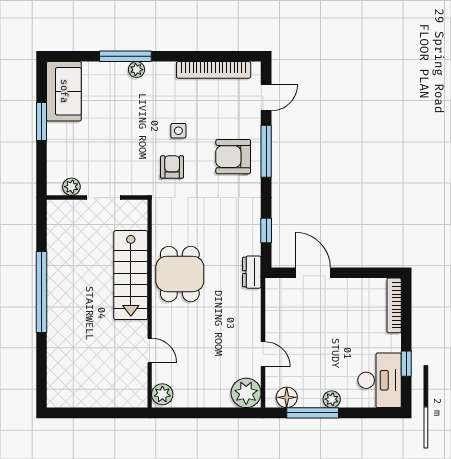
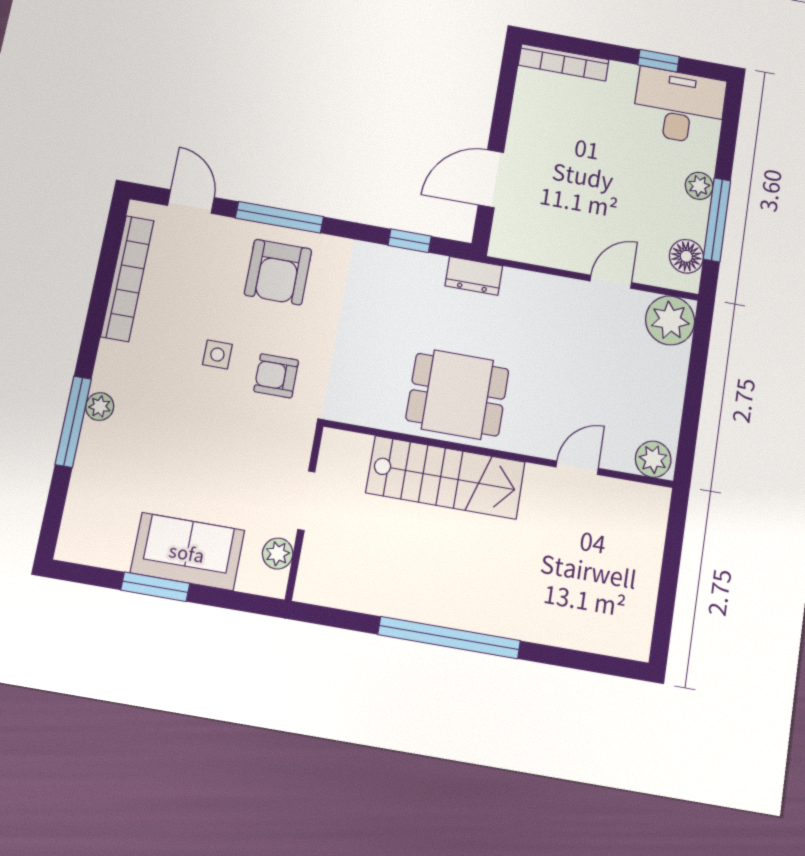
sofa: (64, 91) -> (187, 552), moved

